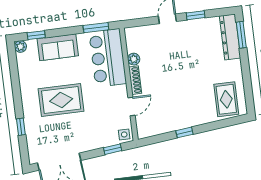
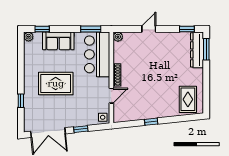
window: (196, 15) -> (187, 29), moved
plant: (134, 59) -> (118, 37), moved
window: (113, 149) -> (81, 129), moved

